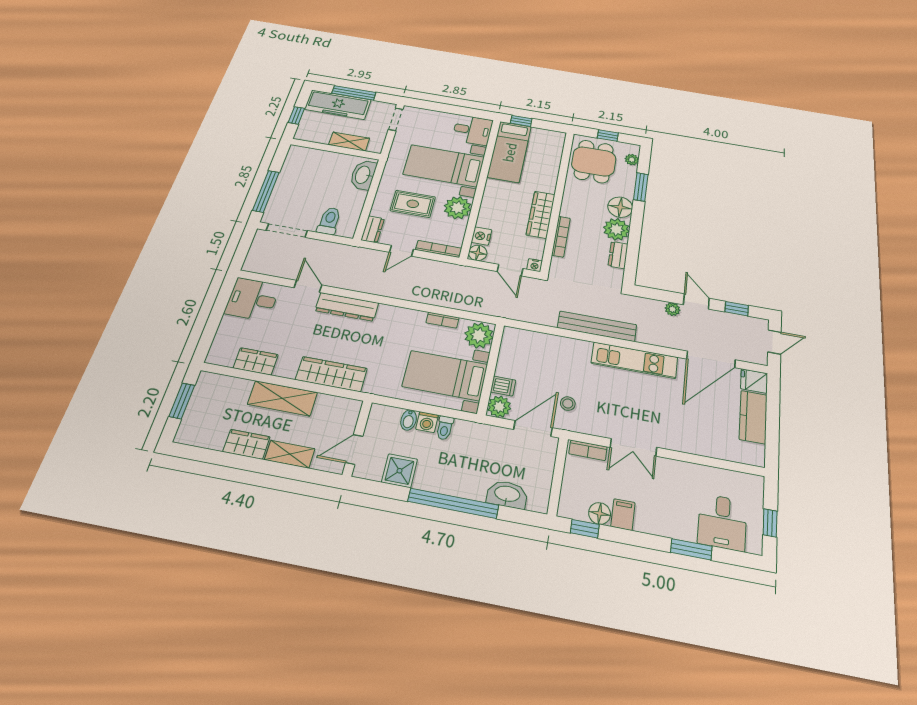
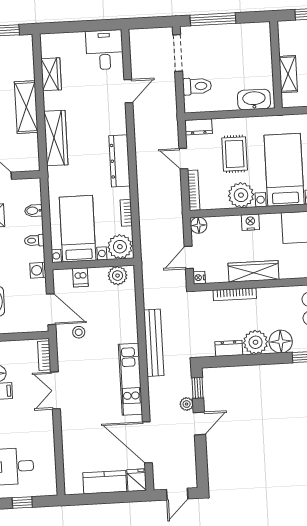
nightstand: (481, 236) -> (250, 222), moved
dresser: (347, 307) -> (119, 161), moved
window: (737, 309) -> (198, 388), moved
door: (774, 342) -> (177, 494), hinge flipped
plant: (499, 407) -> (118, 276), moved
washing machine: (427, 422) -> (38, 270), moved

